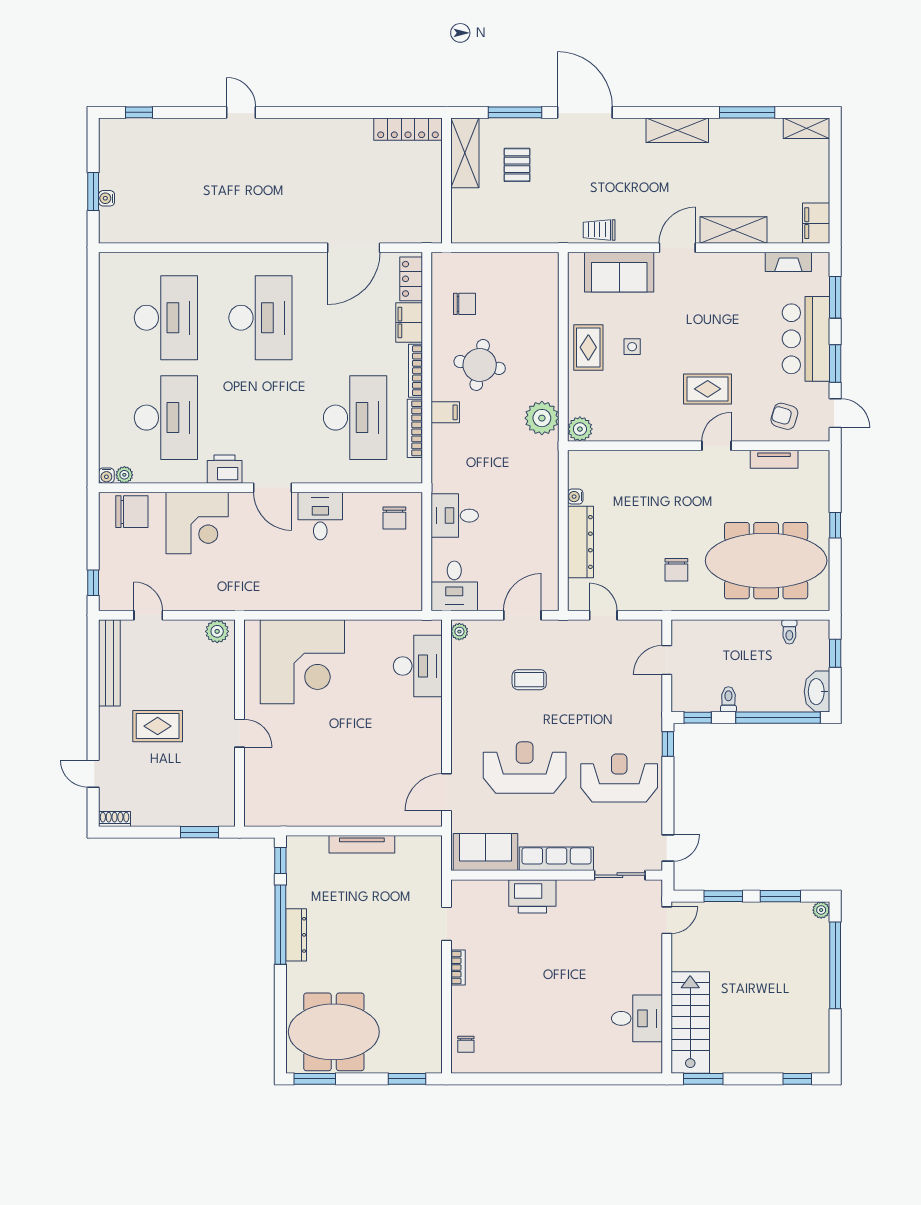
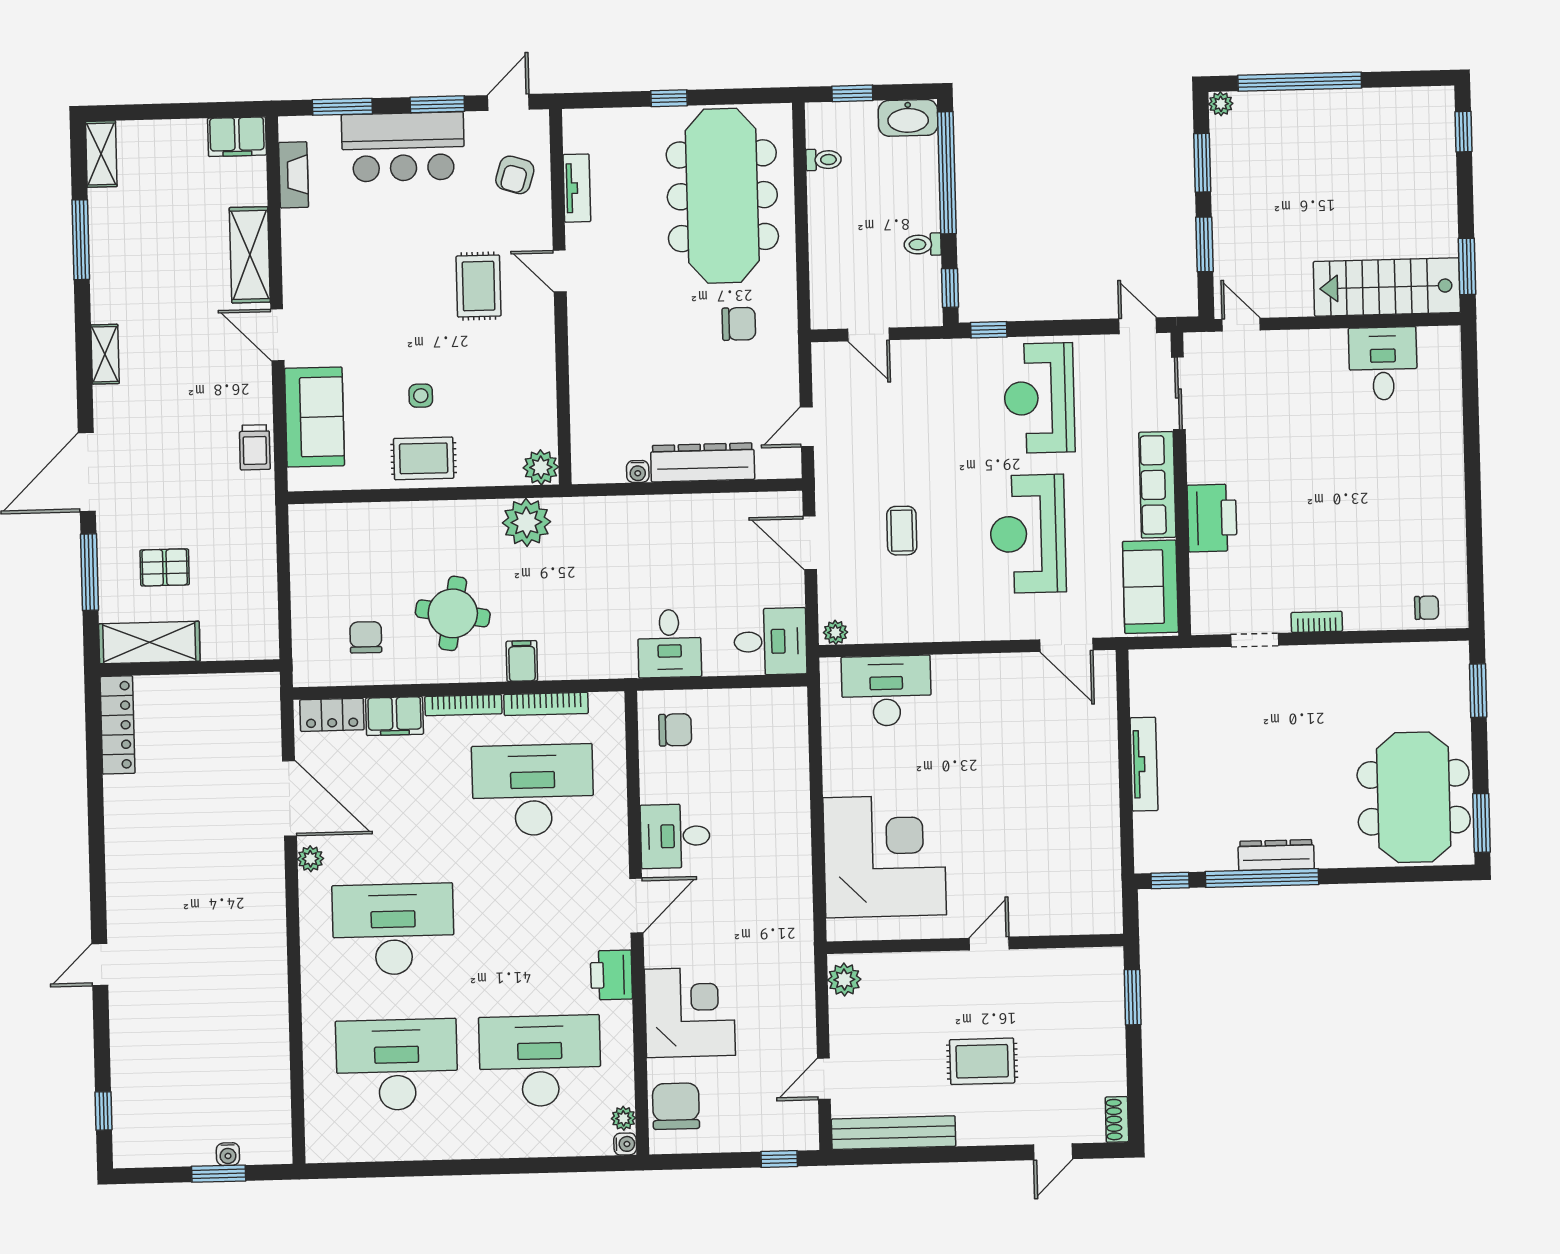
shelving: (677, 130) -> (105, 354), width x0.67, depth x0.75
plant: (311, 261) -> (310, 859), added
rug: (158, 726) -> (982, 1061), turned 90

